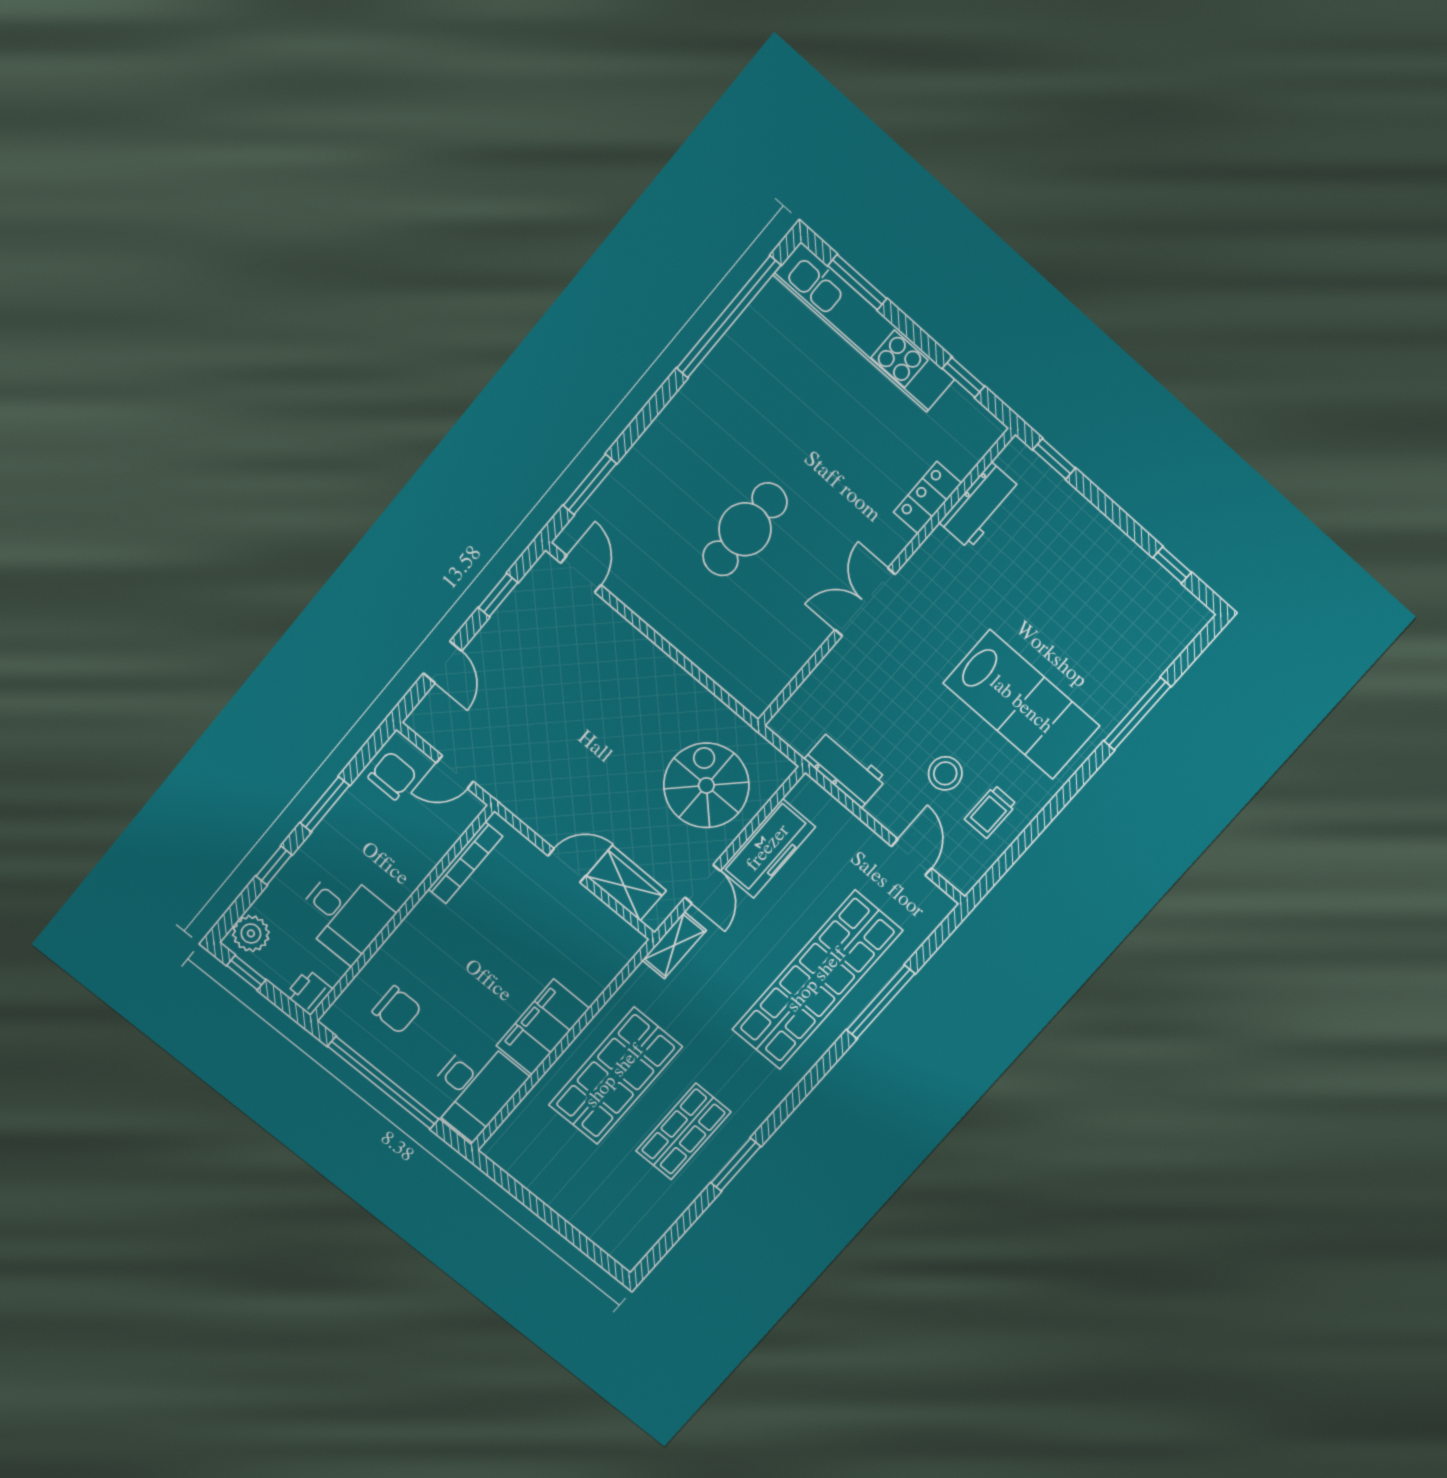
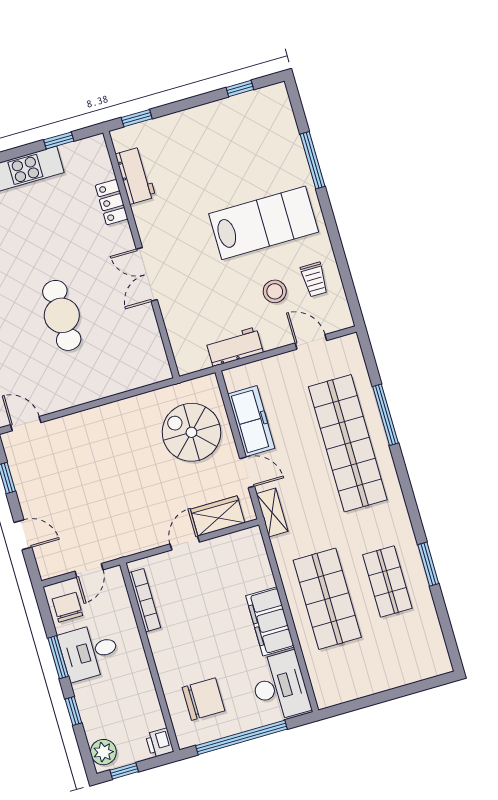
desk: (344, 916) -> (89, 652), moved, turned 180
chair: (397, 1010) -> (204, 699), width x1.37, depth x1.37

